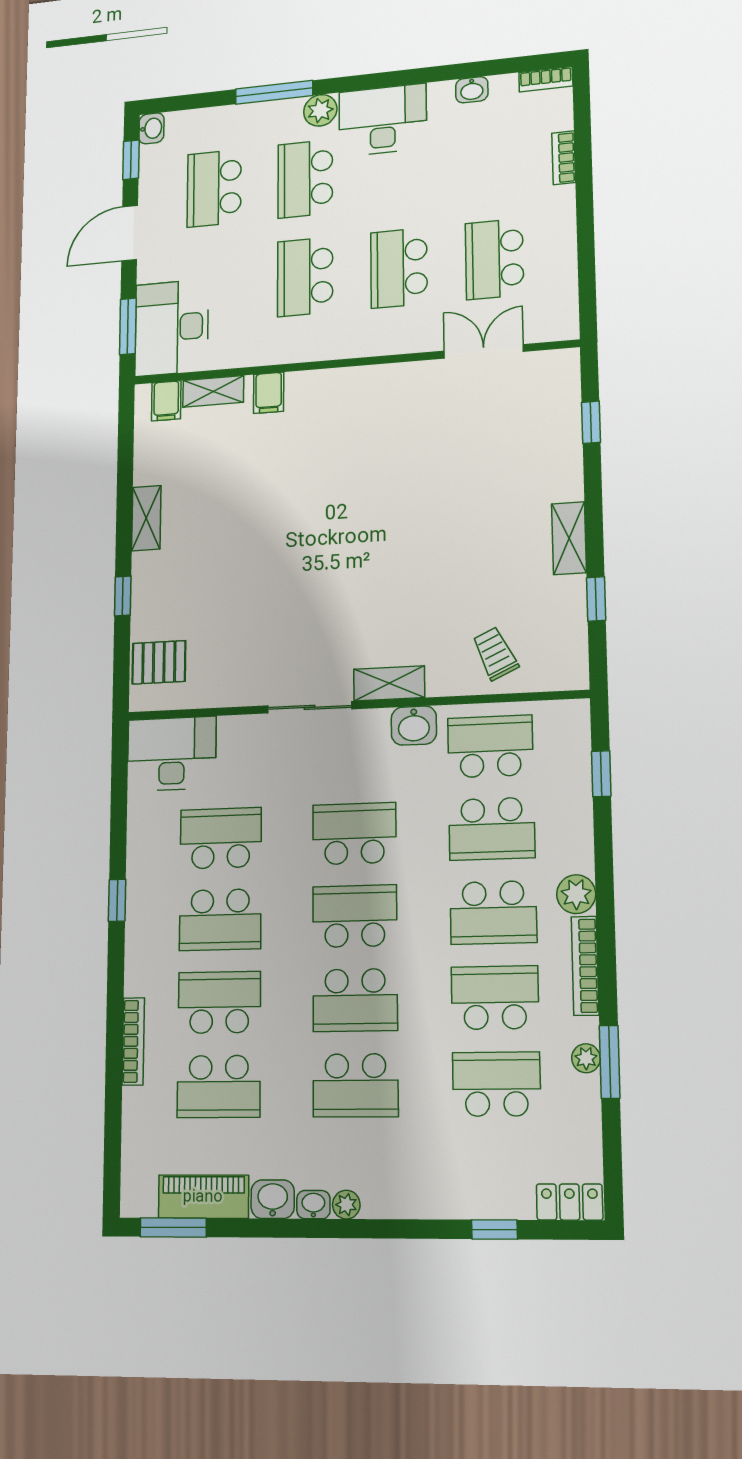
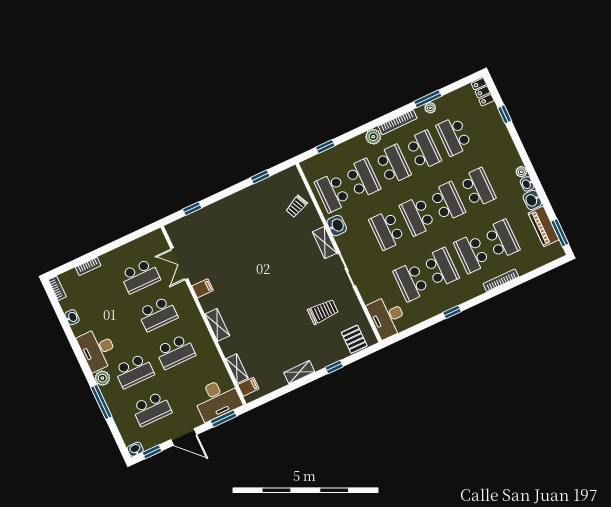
filing cabinet: (269, 393) -> (203, 288), moved
shelving: (569, 538) -> (217, 325), moved, turned 90
trolley: (246, 619) -> (323, 312), added
school desk: (495, 998) -> (424, 150), turned 180

